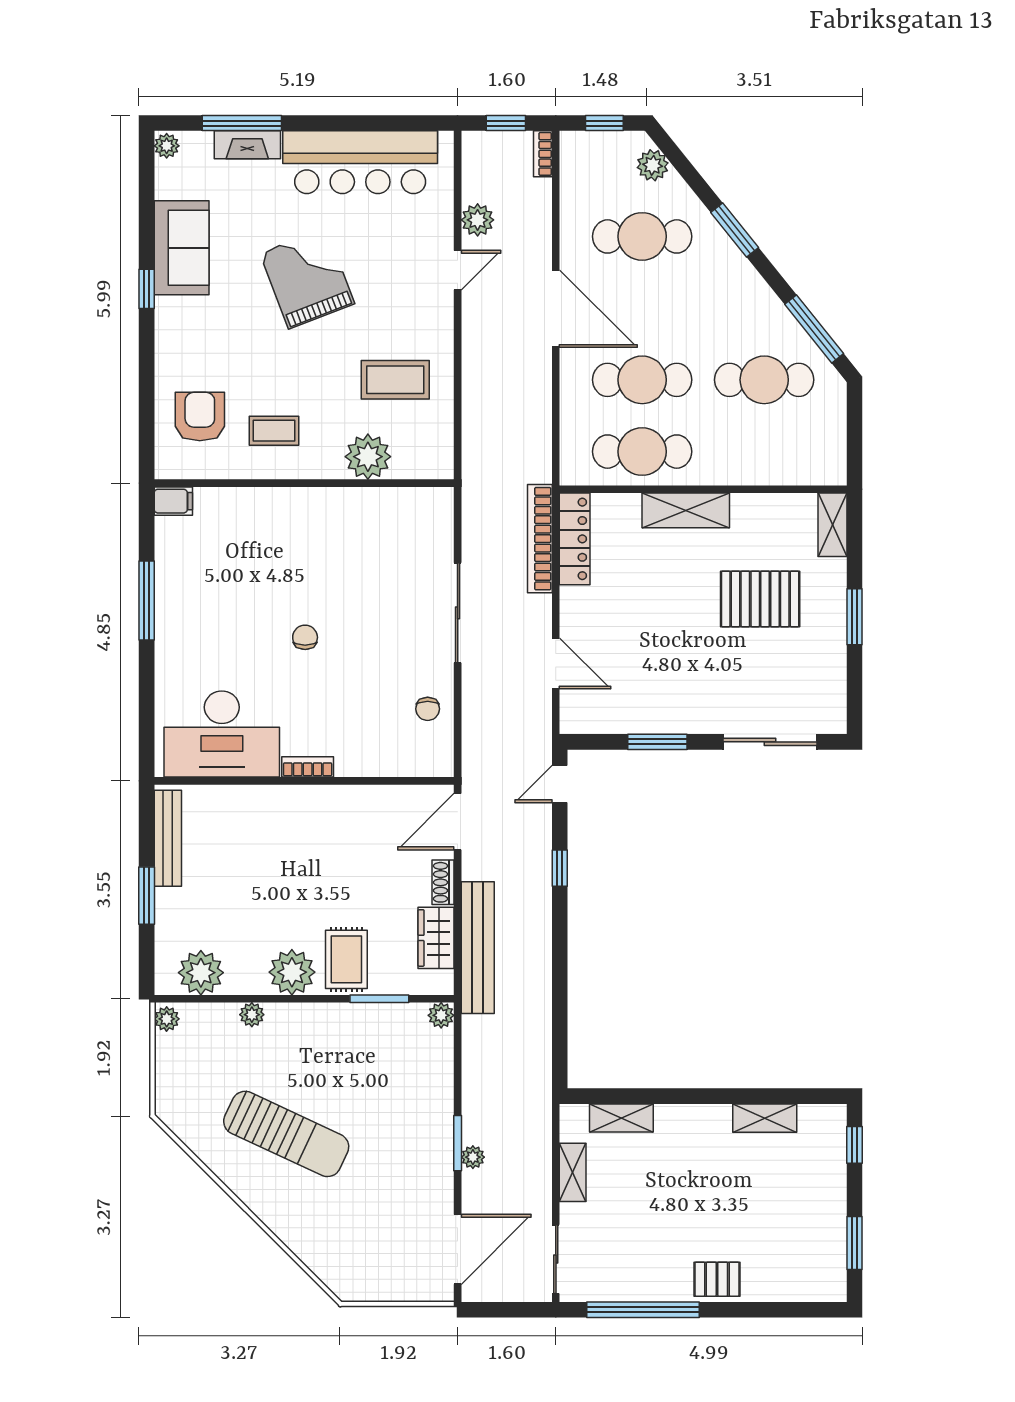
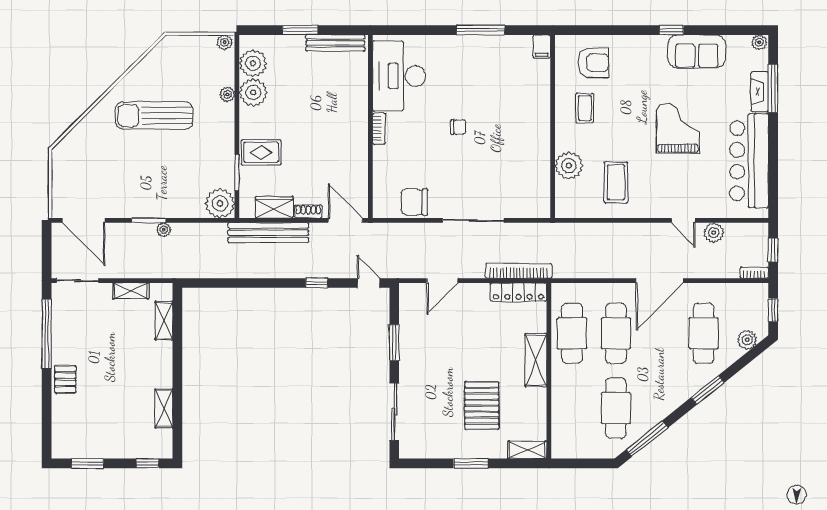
grand piano: (307, 278) -> (678, 128), turned -69
chair: (428, 709) -> (414, 202), width x1.87, depth x1.87
plant: (292, 972) -> (253, 92), moved
plant: (441, 1015) -> (220, 203), width x1.87, depth x1.87
sun lounger: (286, 1134) -> (154, 115), turned 65
plant: (473, 1157) -> (164, 230), moved

